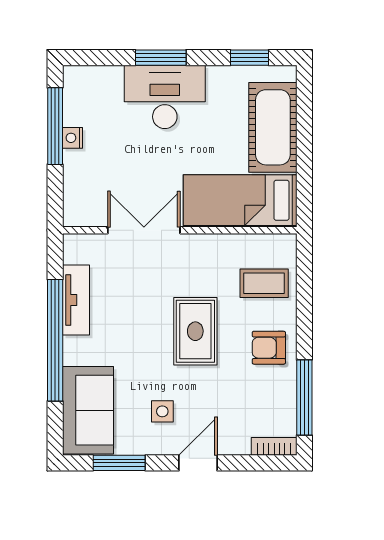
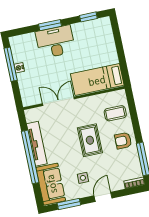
cot: (273, 127) -> (105, 45), removed
tv unit: (76, 300) -> (37, 144), width x1.41

